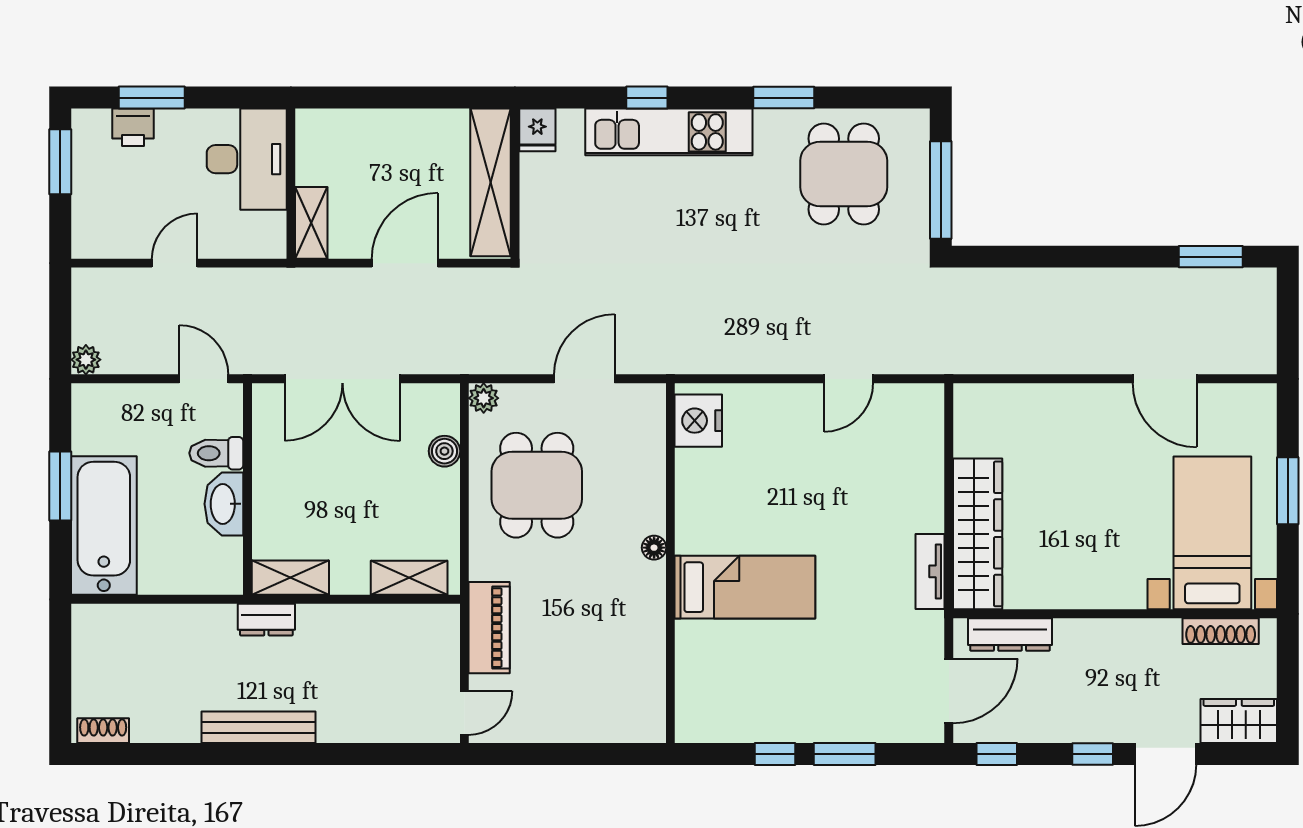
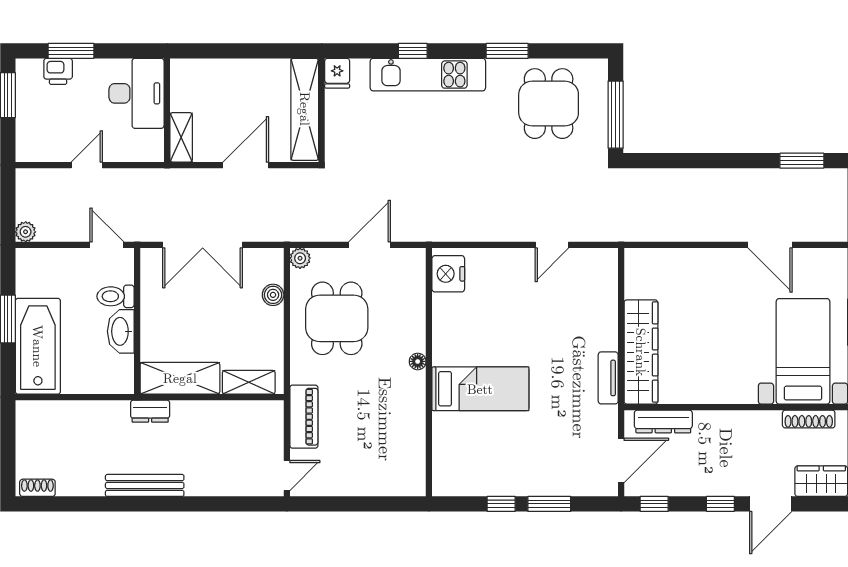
shelving: (290, 578) -> (180, 378), width x1.50, depth x1.33

